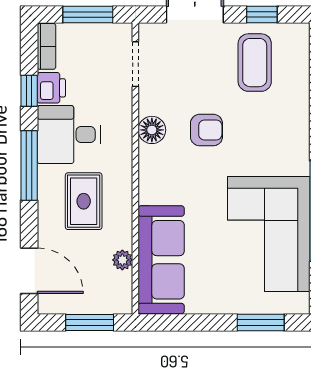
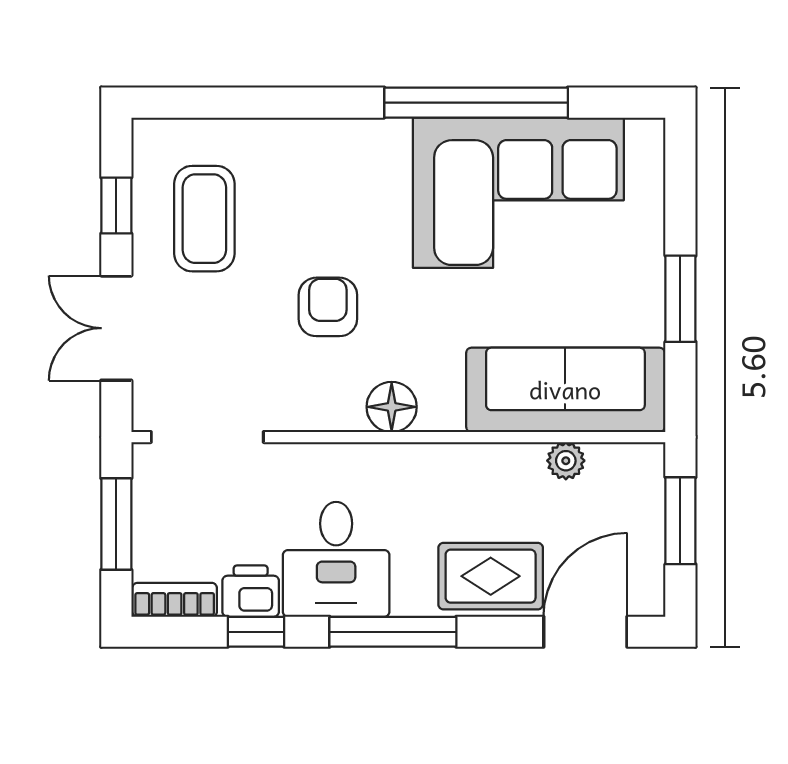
coffee table: (255, 63) -> (204, 219), turned 90
doorway: (135, 64) -> (207, 437), width x1.38
floor lamp: (152, 130) -> (392, 407), moved
rug: (84, 201) -> (491, 576), moved
window: (261, 323) -> (680, 299), moved

